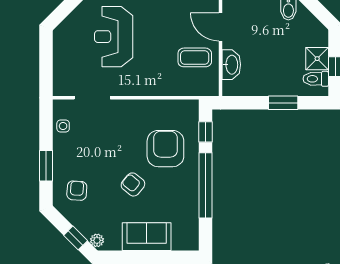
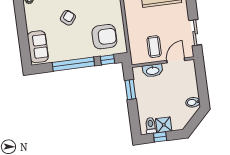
window: (283, 103) -> (130, 90), moved
armchair: (165, 149) -> (104, 37), moved
sofa: (147, 237) -> (38, 47), moved

